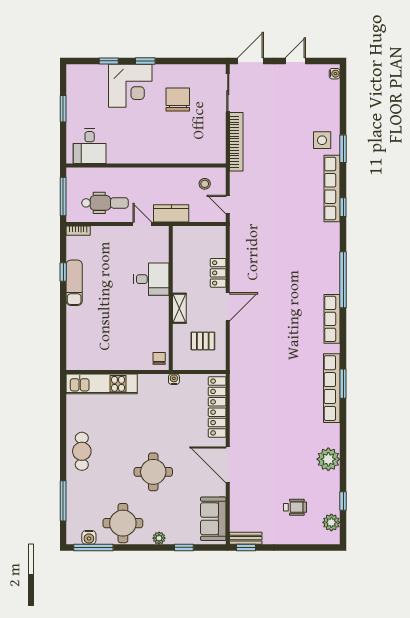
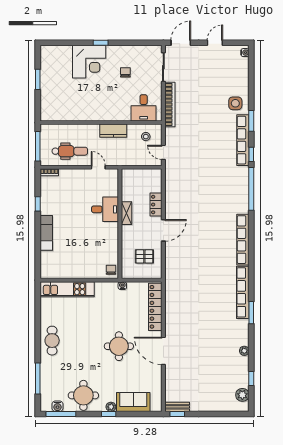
window: (109, 61) -> (73, 43), removed
chair: (178, 100) -> (125, 72), width x0.54, depth x0.54
desk: (90, 146) -> (144, 108), moved
window: (343, 149) -> (251, 121), moved
kitchen counter: (171, 213) -> (113, 131), moved, turned 180
window: (343, 280) -> (251, 189), moved
exam couch: (74, 283) -> (46, 233), moved
shelving: (179, 308) -> (126, 213), moved
row of seats: (332, 319) -> (243, 240), width x1.36
window: (343, 384) -> (251, 313), moved
plant: (328, 459) -> (244, 351), width x0.53, depth x0.53
round table: (153, 472) -> (119, 346), moved
wheelchair: (295, 507) -> (215, 383), removed
sofa: (213, 519) -> (133, 402), moved, turned 90
window: (184, 547) -> (109, 414), moved

